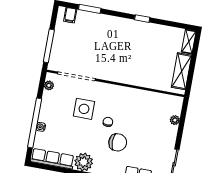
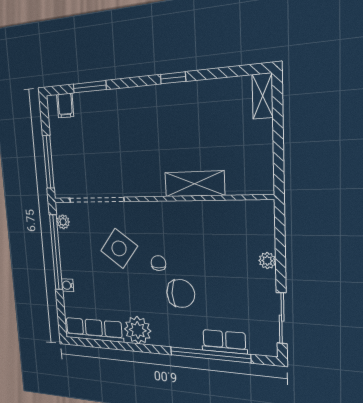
shelving: (181, 71) -> (194, 184), moved, turned 90
side table: (84, 109) -> (119, 248), turned 37
plant: (175, 120) -> (267, 261), moved
window: (35, 123) -> (56, 252), moved

